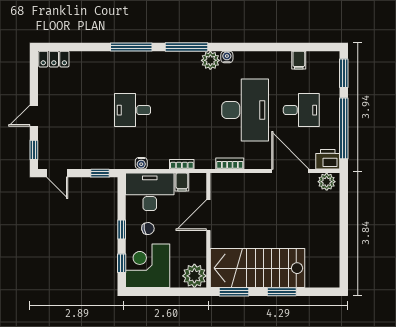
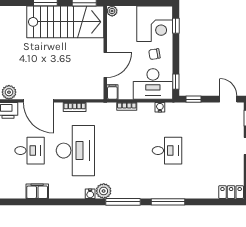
filing cabinet: (299, 60) -> (37, 191), width x2.00
desk: (245, 110) -> (75, 151), turned 180
desk: (301, 110) -> (30, 151), turned 180
bookcase: (230, 164) -> (75, 107), moved
filing cabinet: (182, 182) -> (112, 92), moved
window: (122, 229) -> (176, 82), moved
plant: (194, 276) -> (112, 11), width x0.53, depth x0.53

